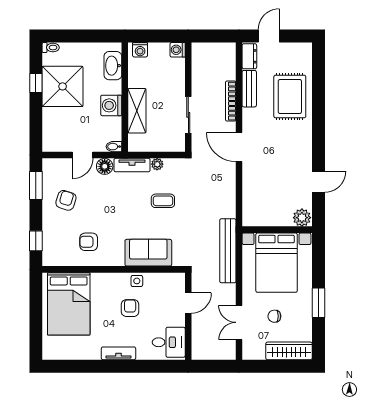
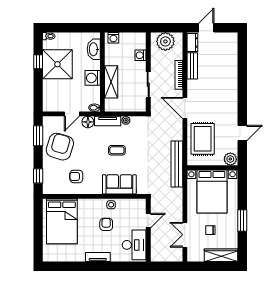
washing machine: (178, 50) -> (141, 55), moved
plant: (212, 55) -> (165, 41), added
rug: (290, 96) -> (203, 139), moved
armchair: (66, 200) -> (60, 147), width x1.88, depth x1.88
coffee table: (163, 201) -> (117, 150), moved
bench: (228, 251) -> (177, 164), moved
desk: (169, 342) -> (134, 245), width x1.37

